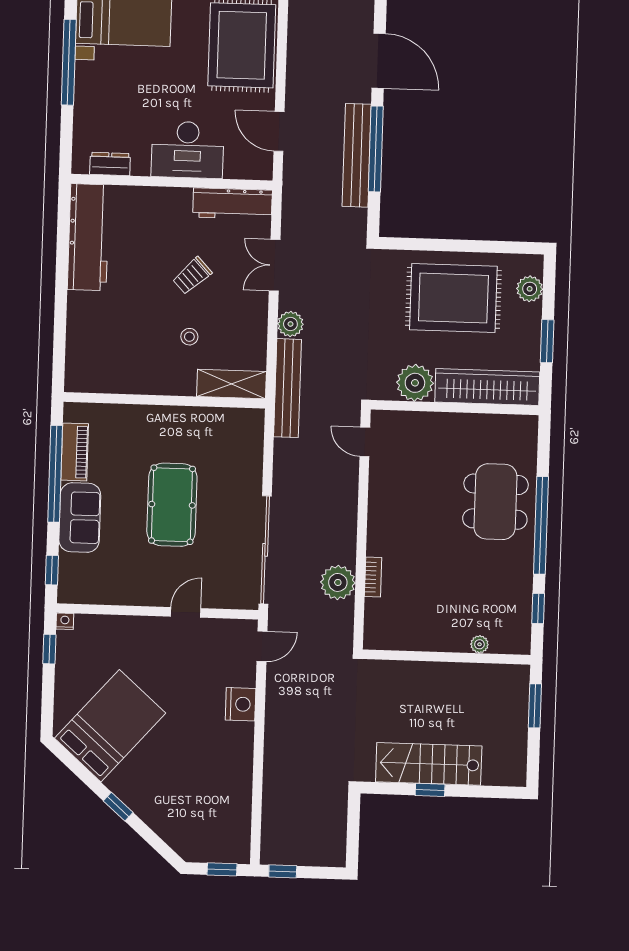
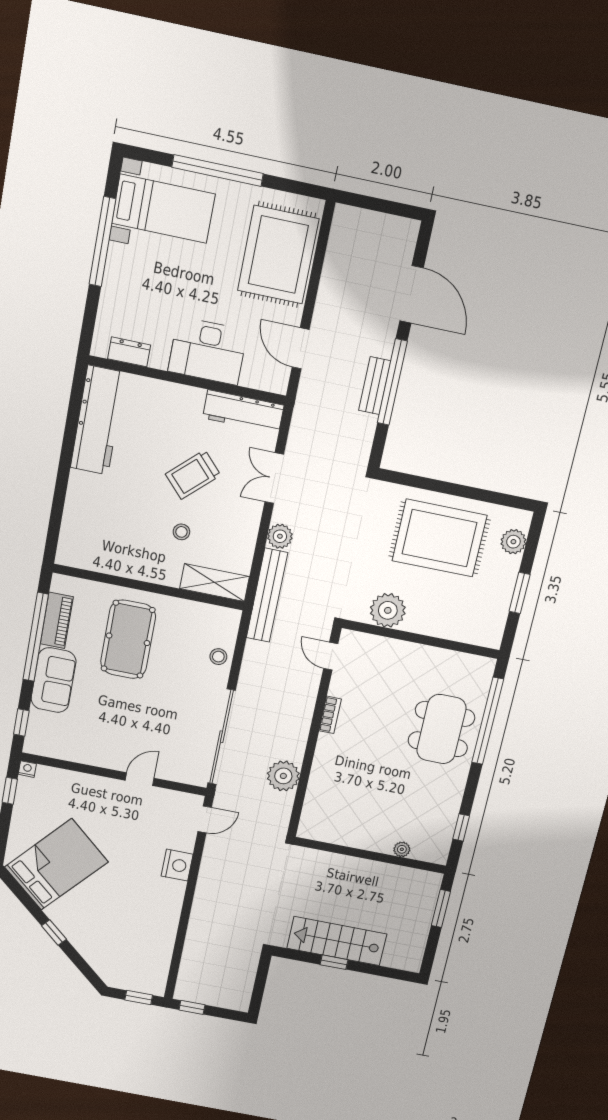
bench: (357, 155) -> (375, 386), width x0.54, depth x0.82
trolley: (192, 276) -> (193, 475), width x1.36, depth x1.39
wardrobe: (487, 387) -> (455, 625), removed
stool: (248, 462) -> (218, 657), added
pool table: (172, 505) -> (128, 639), moved
window: (541, 525) -> (488, 721), moved
bookcase: (373, 577) -> (330, 715), moved

